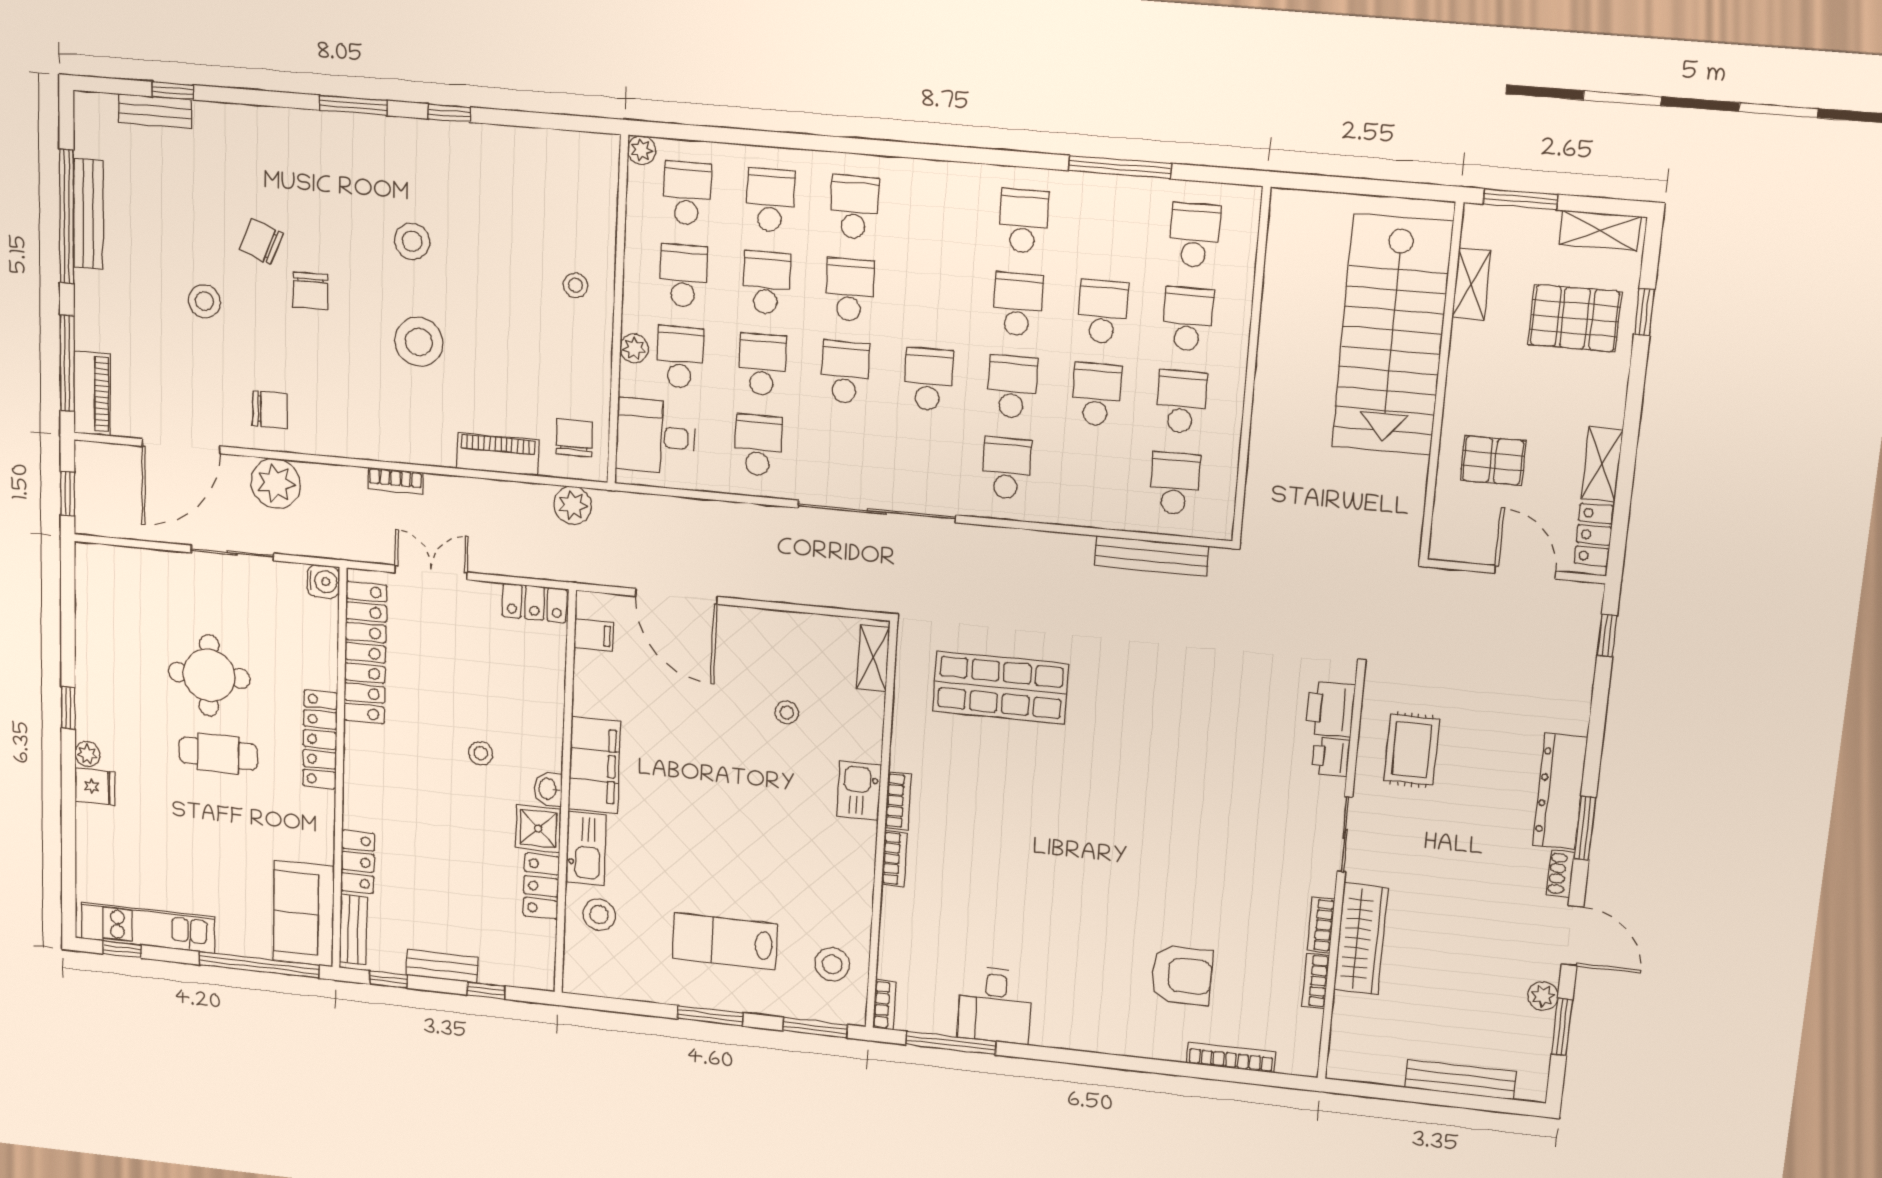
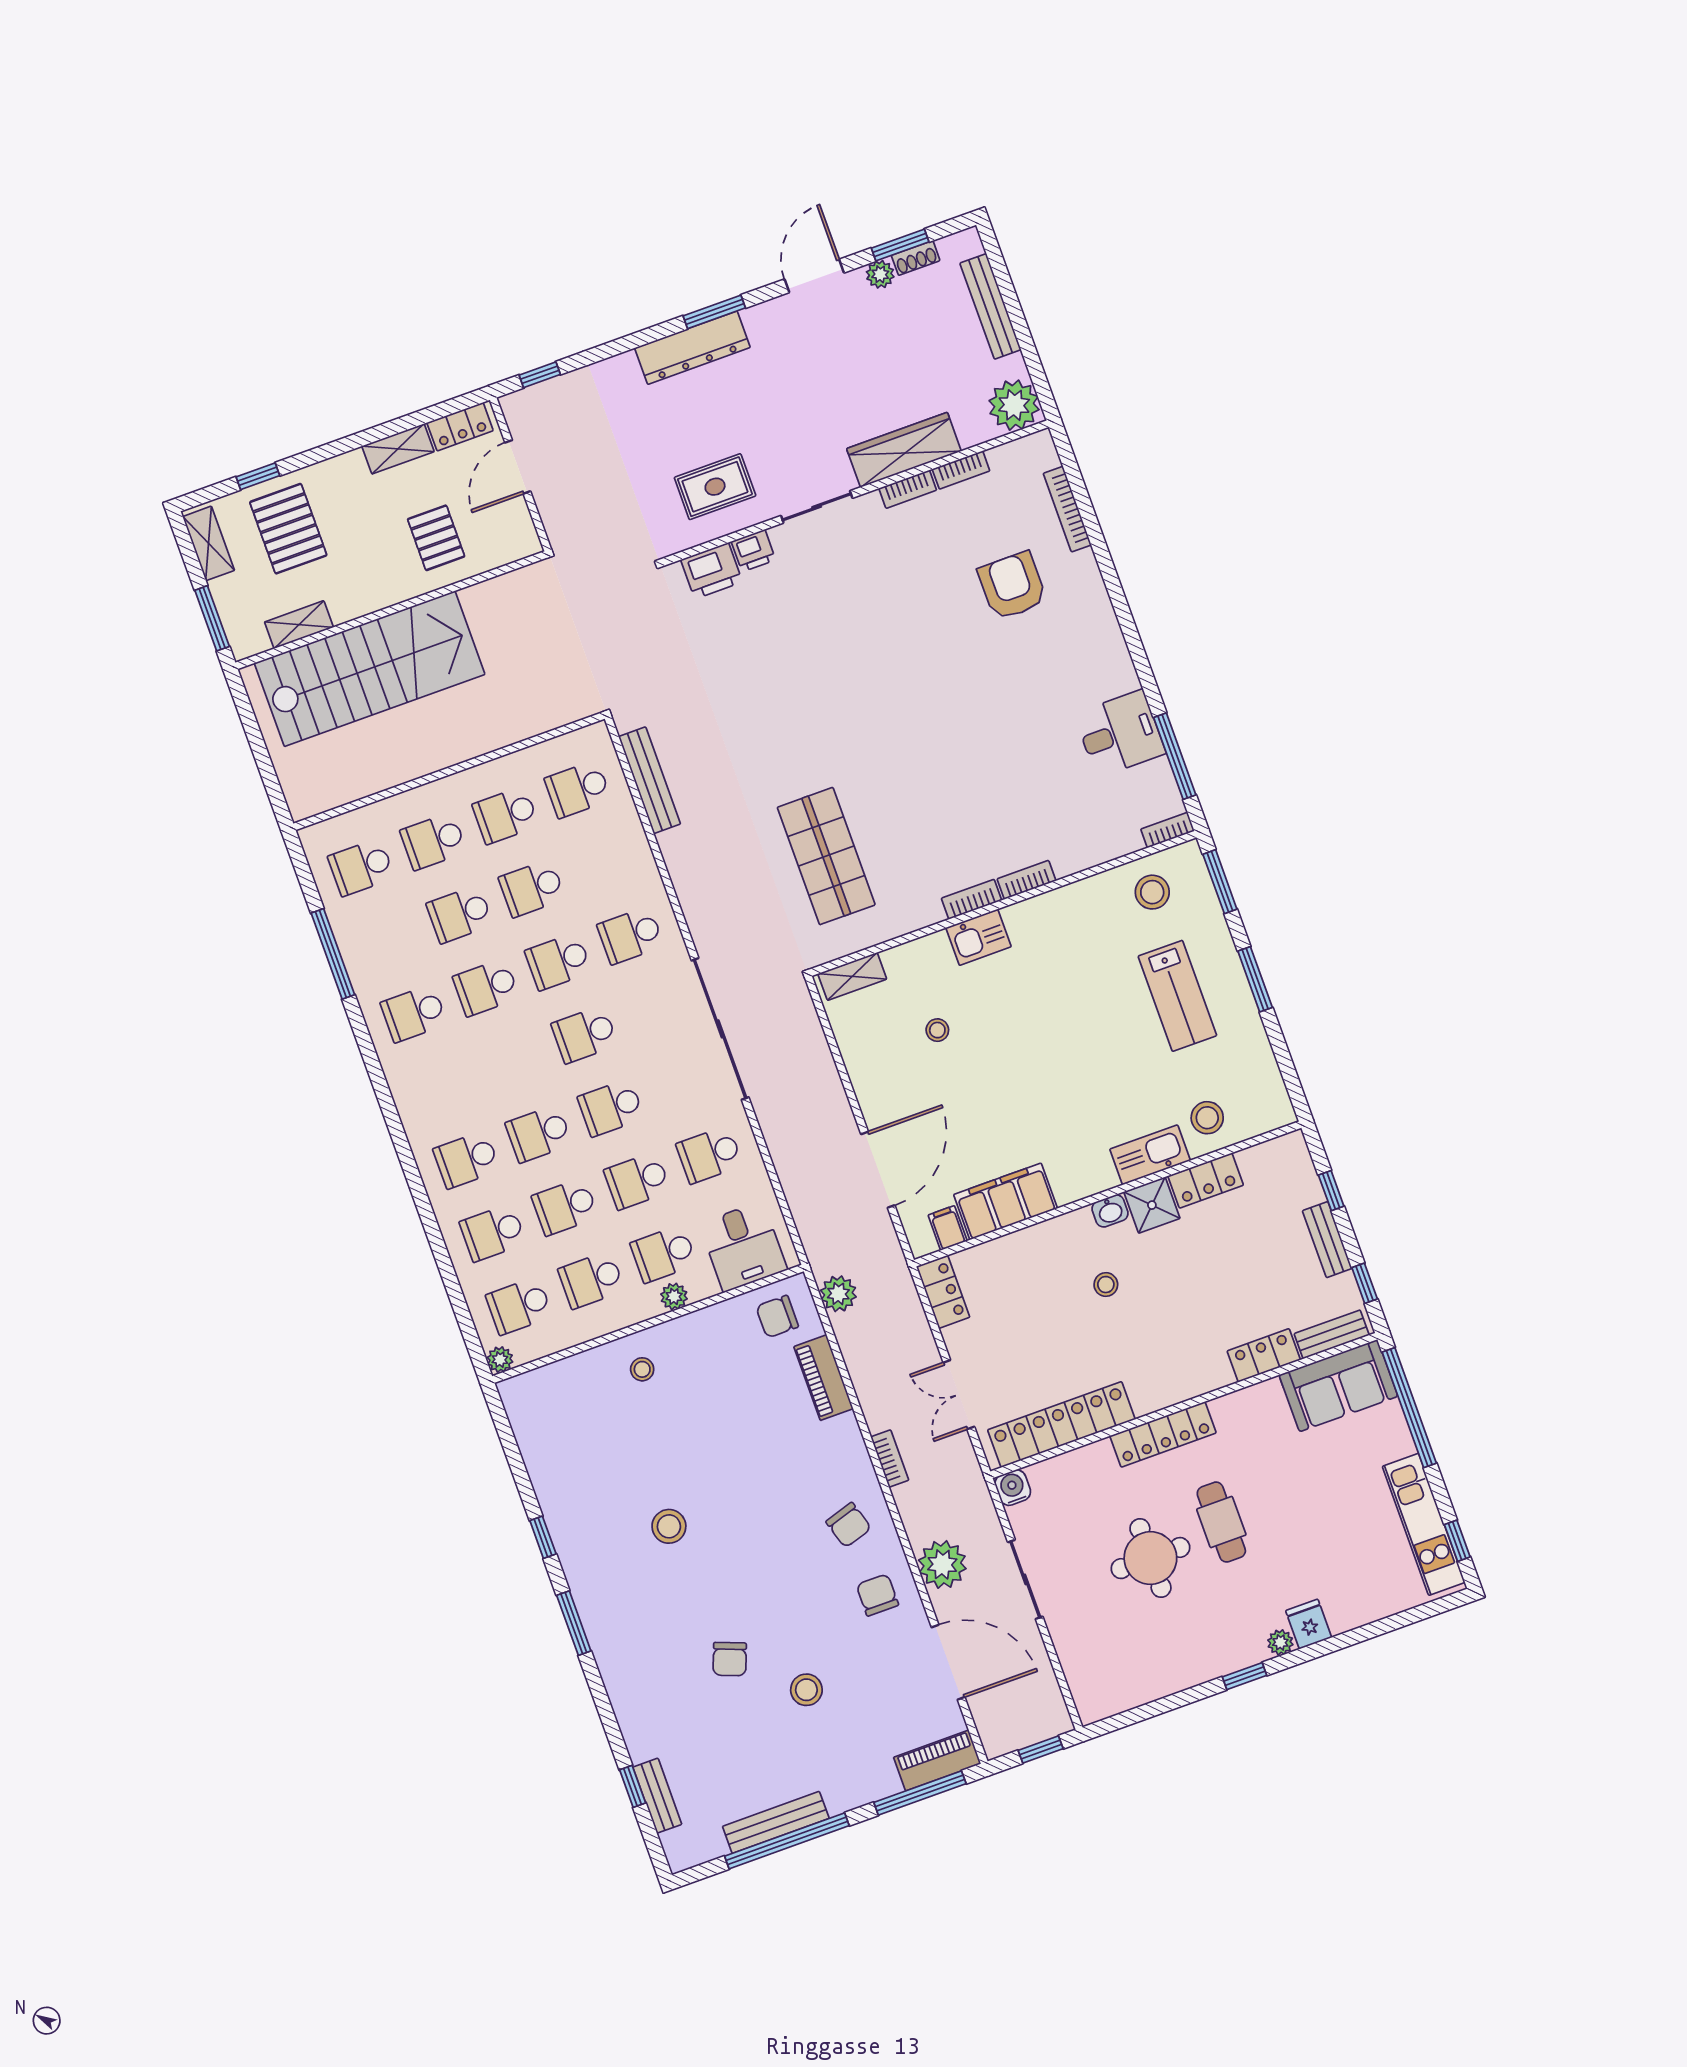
chair: (310, 291) -> (849, 1525), moved, turned 73
stool: (419, 342) -> (755, 1486), removed
filing cabinet: (594, 765) -> (1006, 1201), moved
shoe rack: (1560, 874) -> (916, 258), moved
plant: (1354, 1057) -> (1014, 405), added

